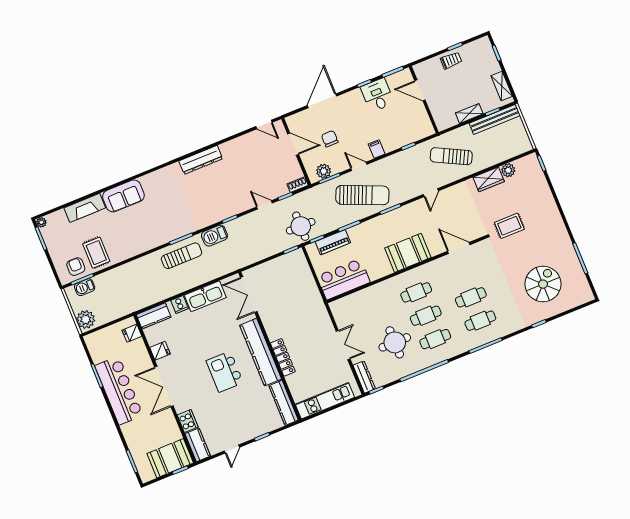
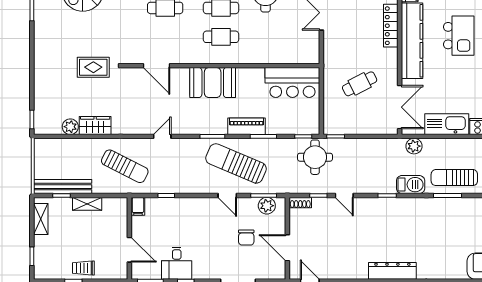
filing cabinet: (377, 149) -> (138, 206), moved
piano: (333, 242) -> (246, 126), moved
plant: (224, 268) -> (414, 146), added
cafe table: (289, 300) -> (360, 84), added

